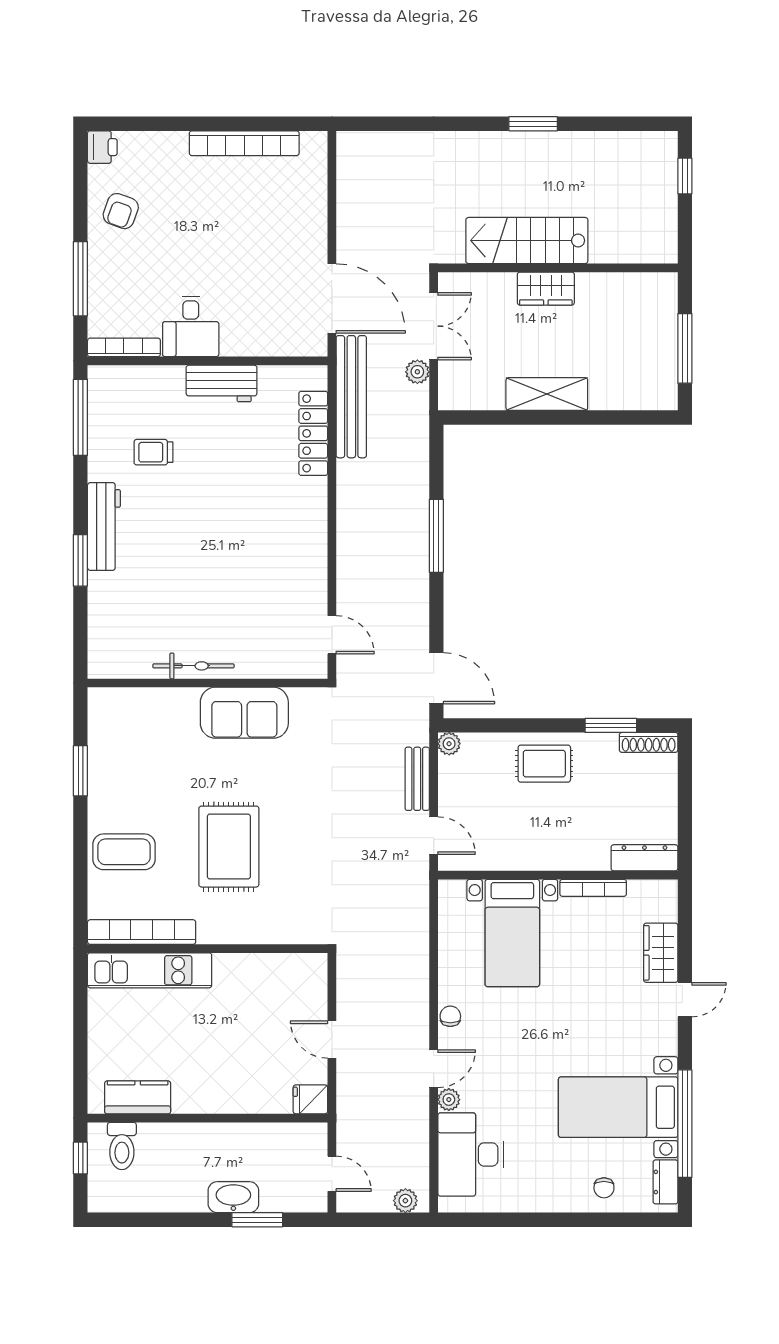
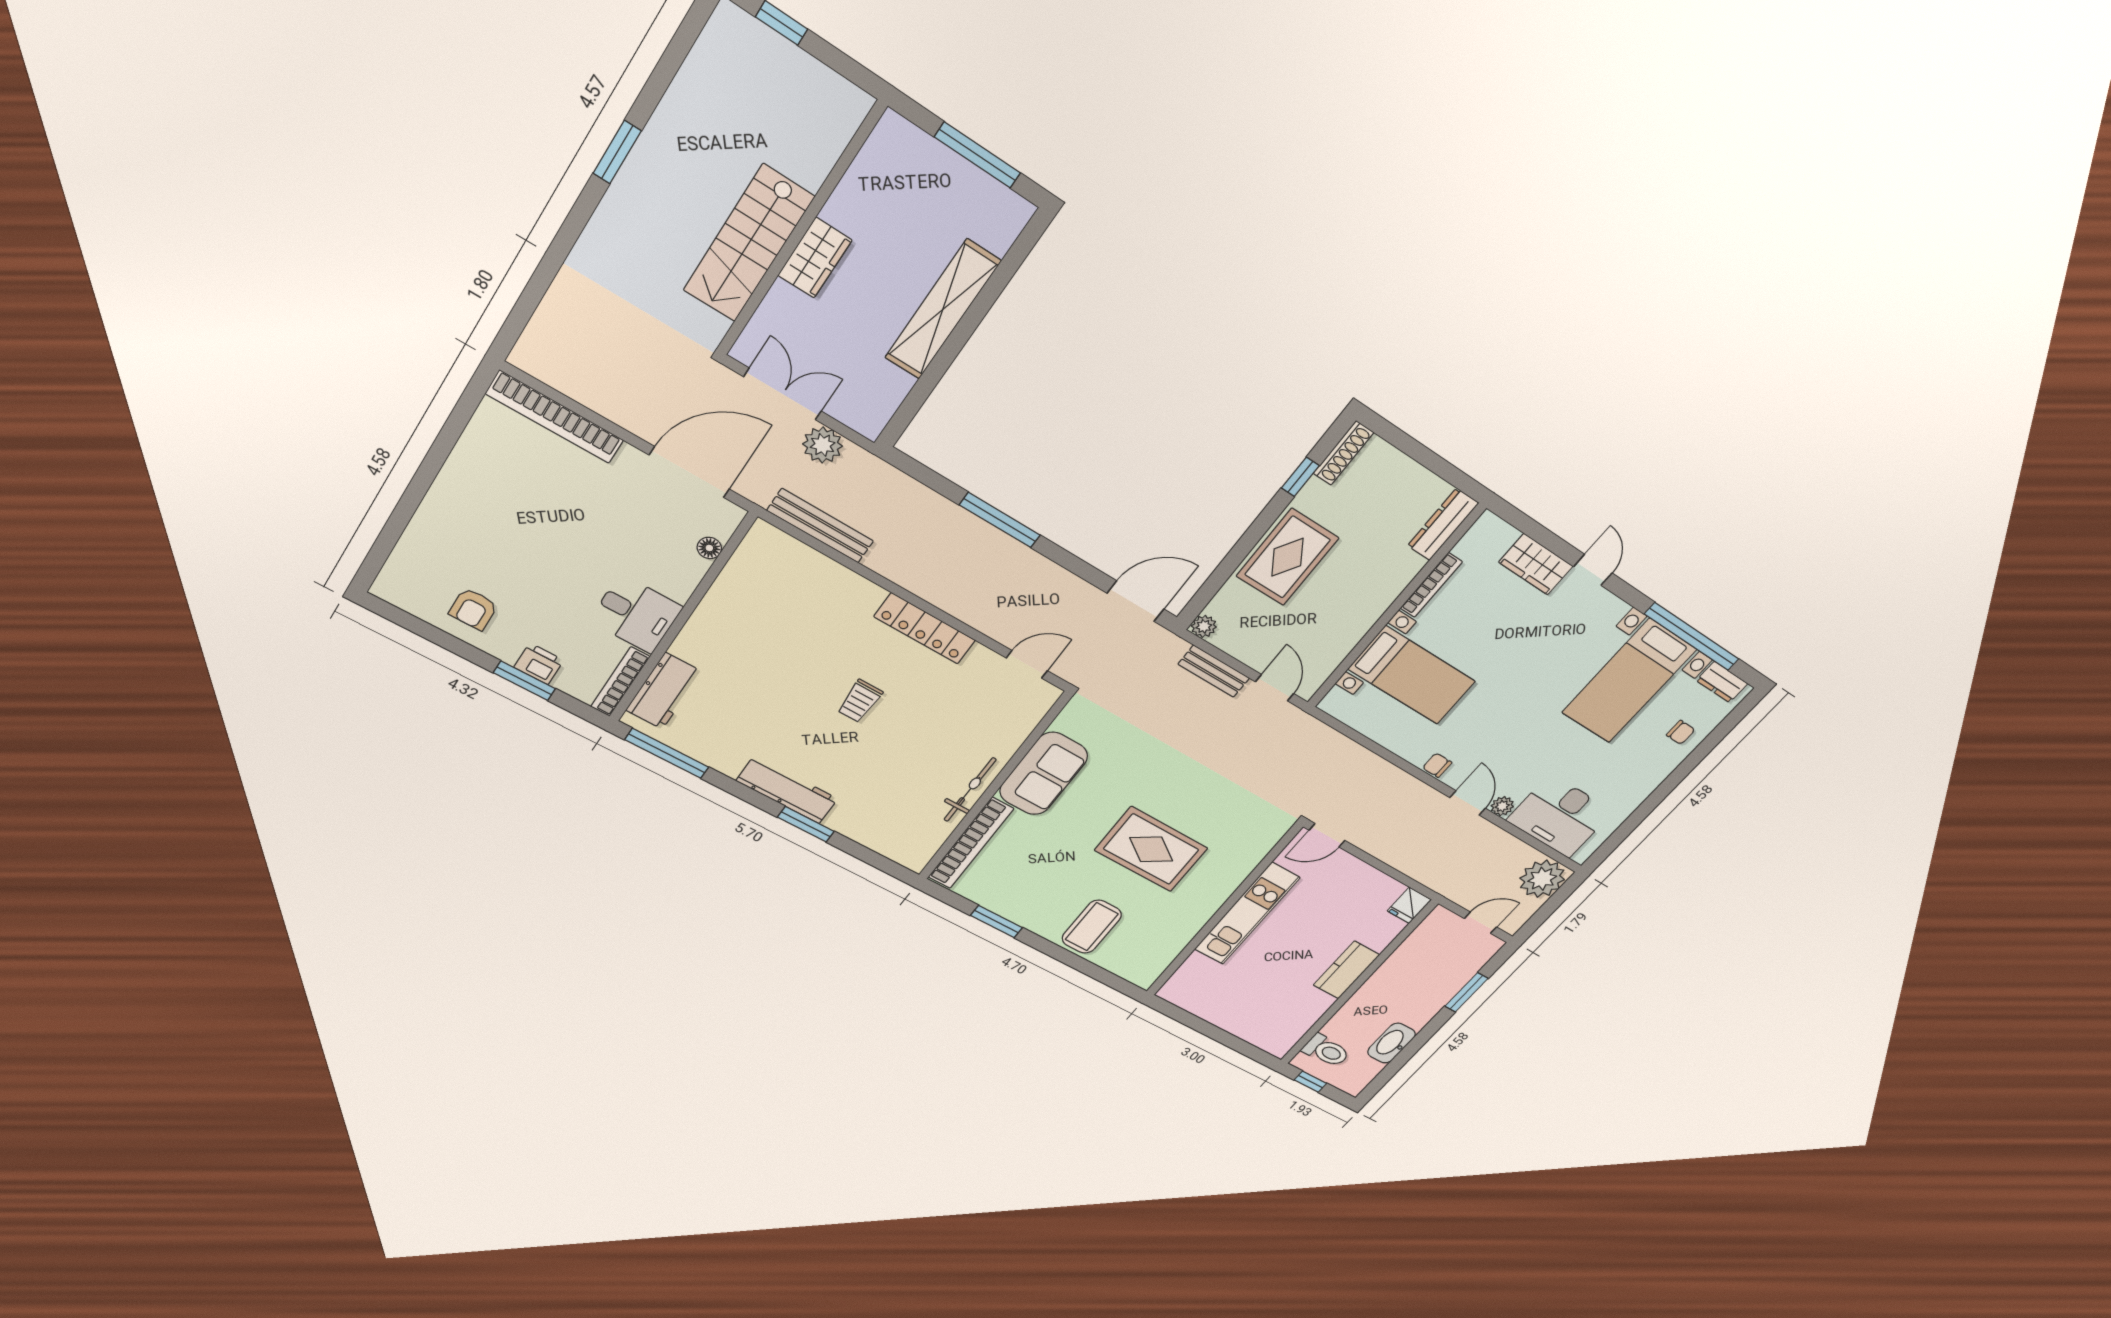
bookcase: (244, 143) -> (555, 417), moved, turned 90
printer: (102, 147) -> (539, 664), moved
armchair: (121, 211) -> (473, 609), turned 70
window: (80, 279) -> (524, 681), width x0.69
floor lamp: (280, 347) -> (709, 548), added
plant: (417, 372) -> (823, 445), width x1.38, depth x1.38
workbench: (222, 383) -> (664, 691), moved
shelving: (547, 394) -> (943, 310), width x1.47
bench: (351, 397) -> (820, 526), width x0.73, depth x0.82
locker: (313, 433) -> (925, 628), moved
trolley: (153, 452) -> (860, 701), moved
window: (611, 725) -> (1300, 477), width x0.67
rug: (544, 764) -> (1287, 557), width x1.36, depth x1.43
door: (434, 836) -> (1275, 688), hinge flipped
bookcase: (142, 932) -> (971, 843), moved, turned 180
kitchen unit: (150, 970) -> (1247, 914), moved
door: (332, 1040) -> (1327, 835), moved
kitchen counter: (138, 1097) -> (1346, 970), moved
washbasin: (233, 1197) -> (1392, 1043), moved
plant: (405, 1201) -> (1542, 879), width x1.87, depth x1.87

